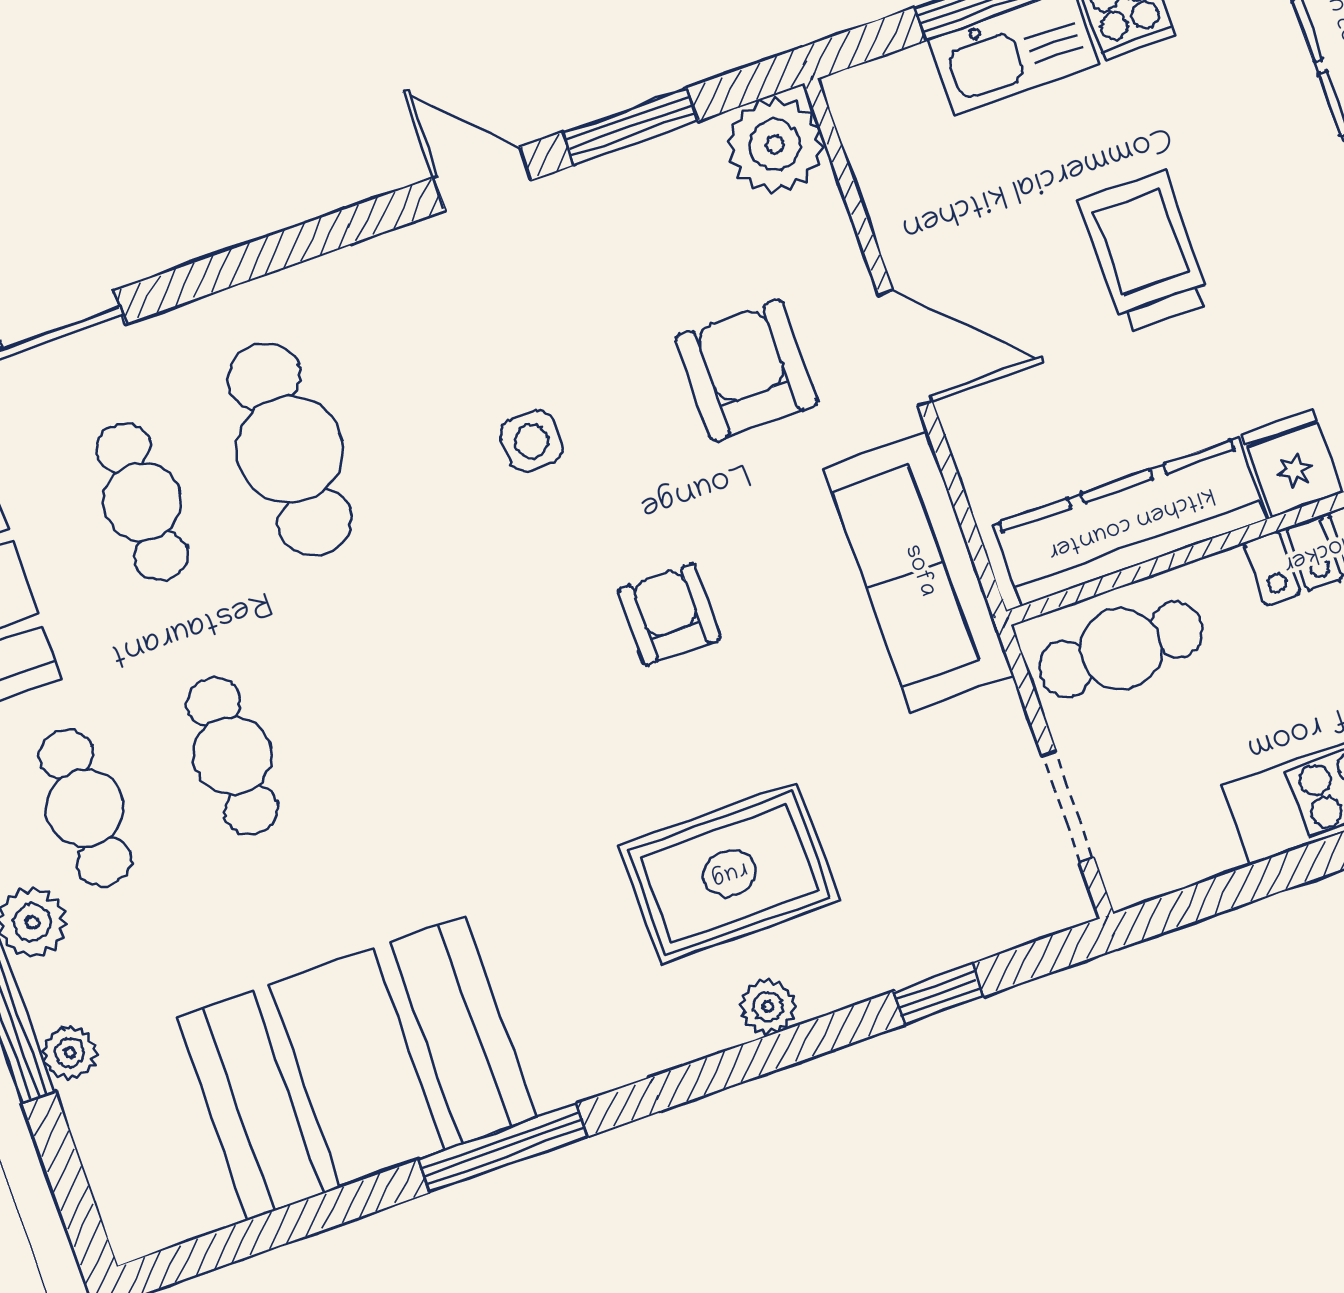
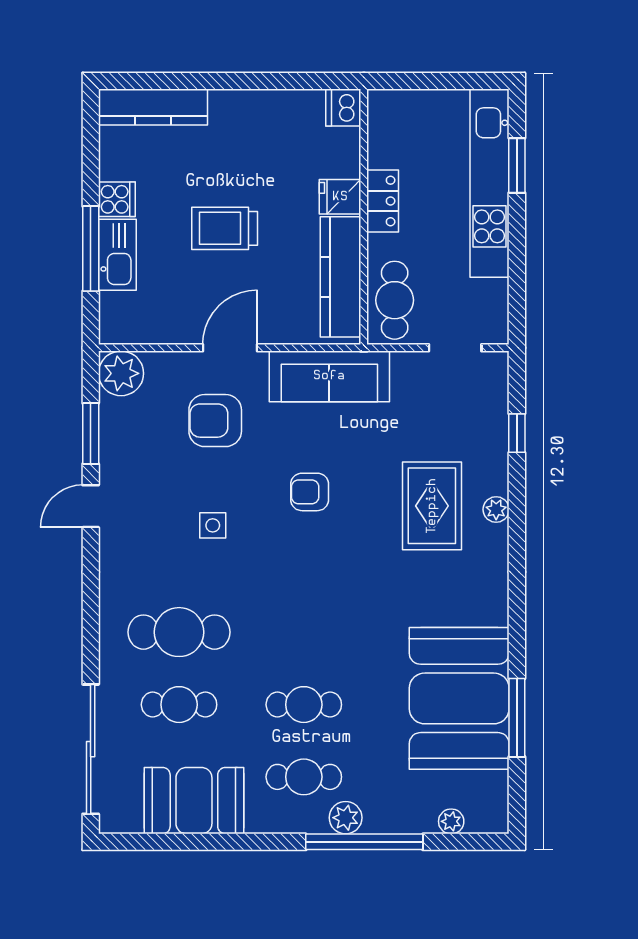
plant: (70, 1053) -> (451, 821), moved
window: (503, 1148) -> (517, 718), moved

